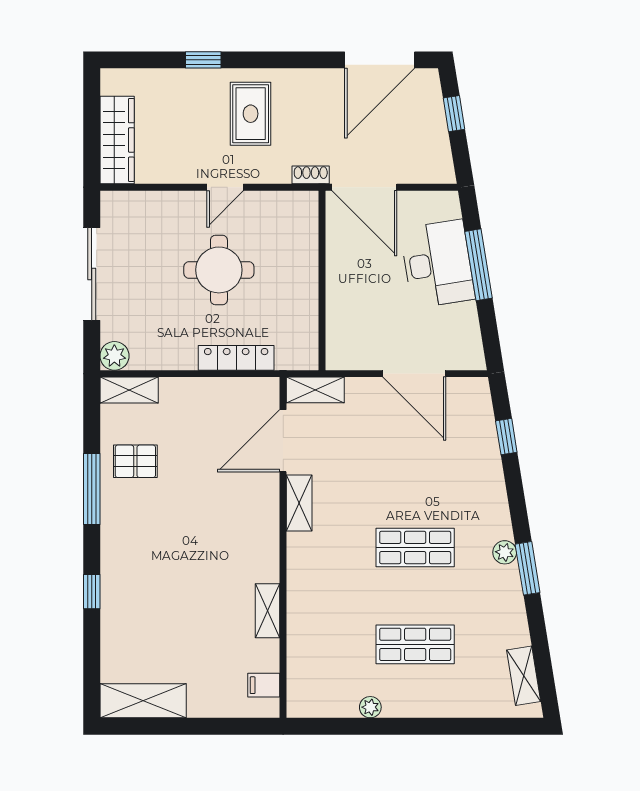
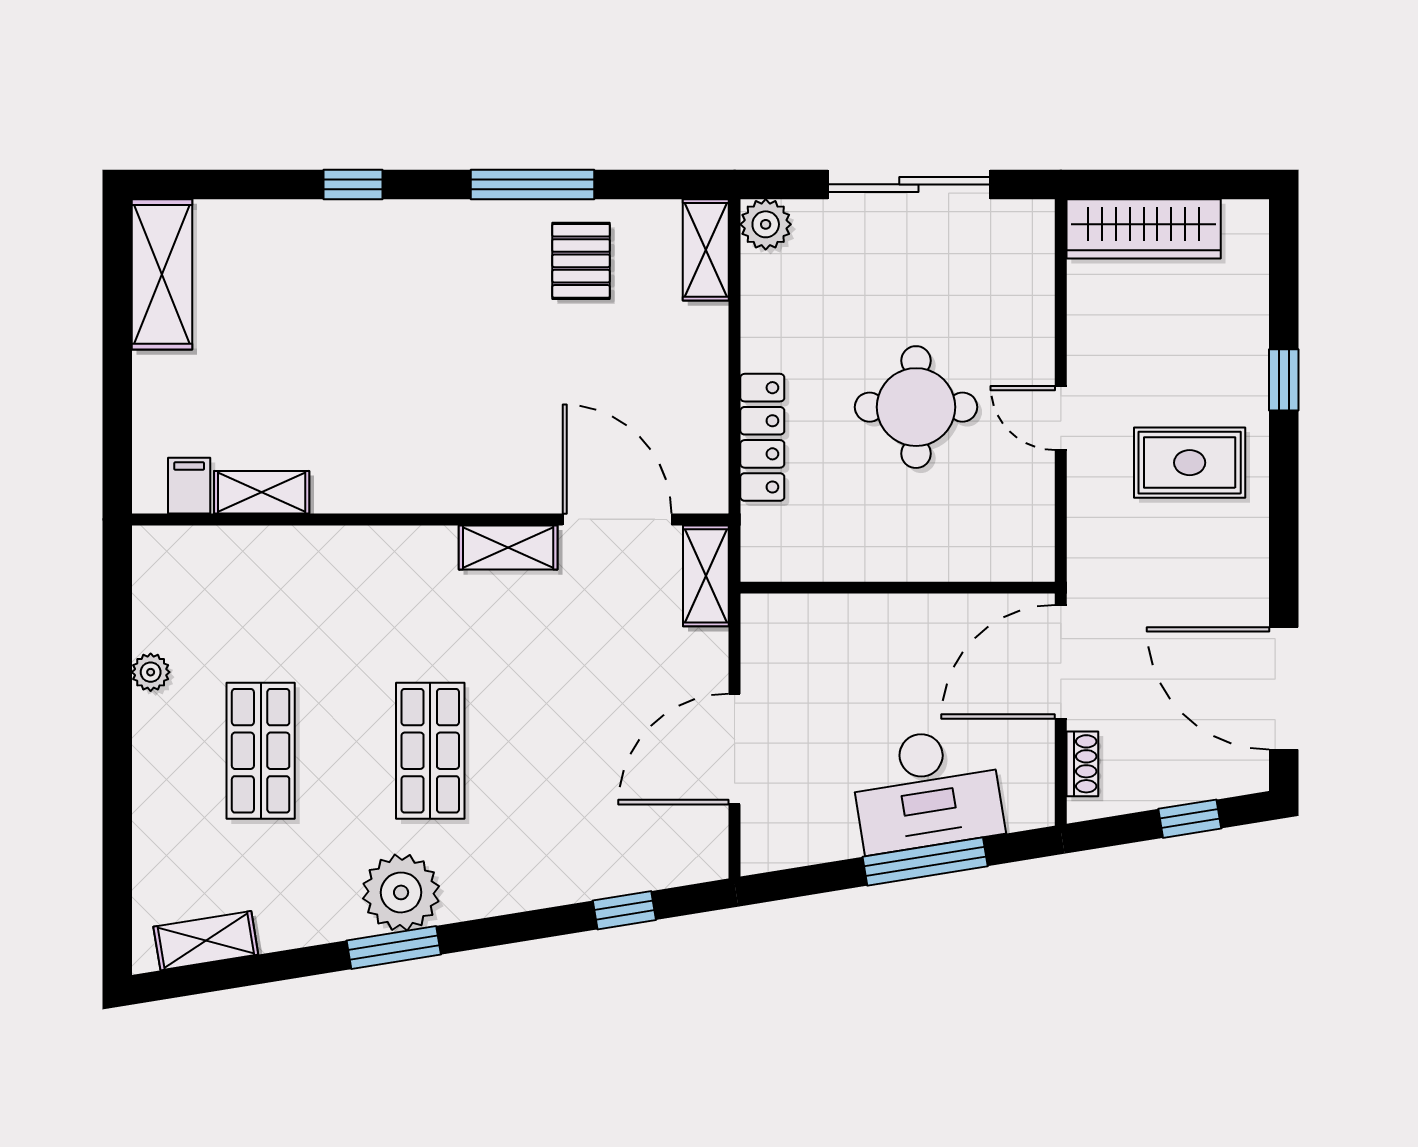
shoe rack: (311, 175) -> (1082, 764), moved
plant: (505, 552) -> (401, 892), width x1.87, depth x1.87
shelving: (268, 611) -> (262, 492), moved

